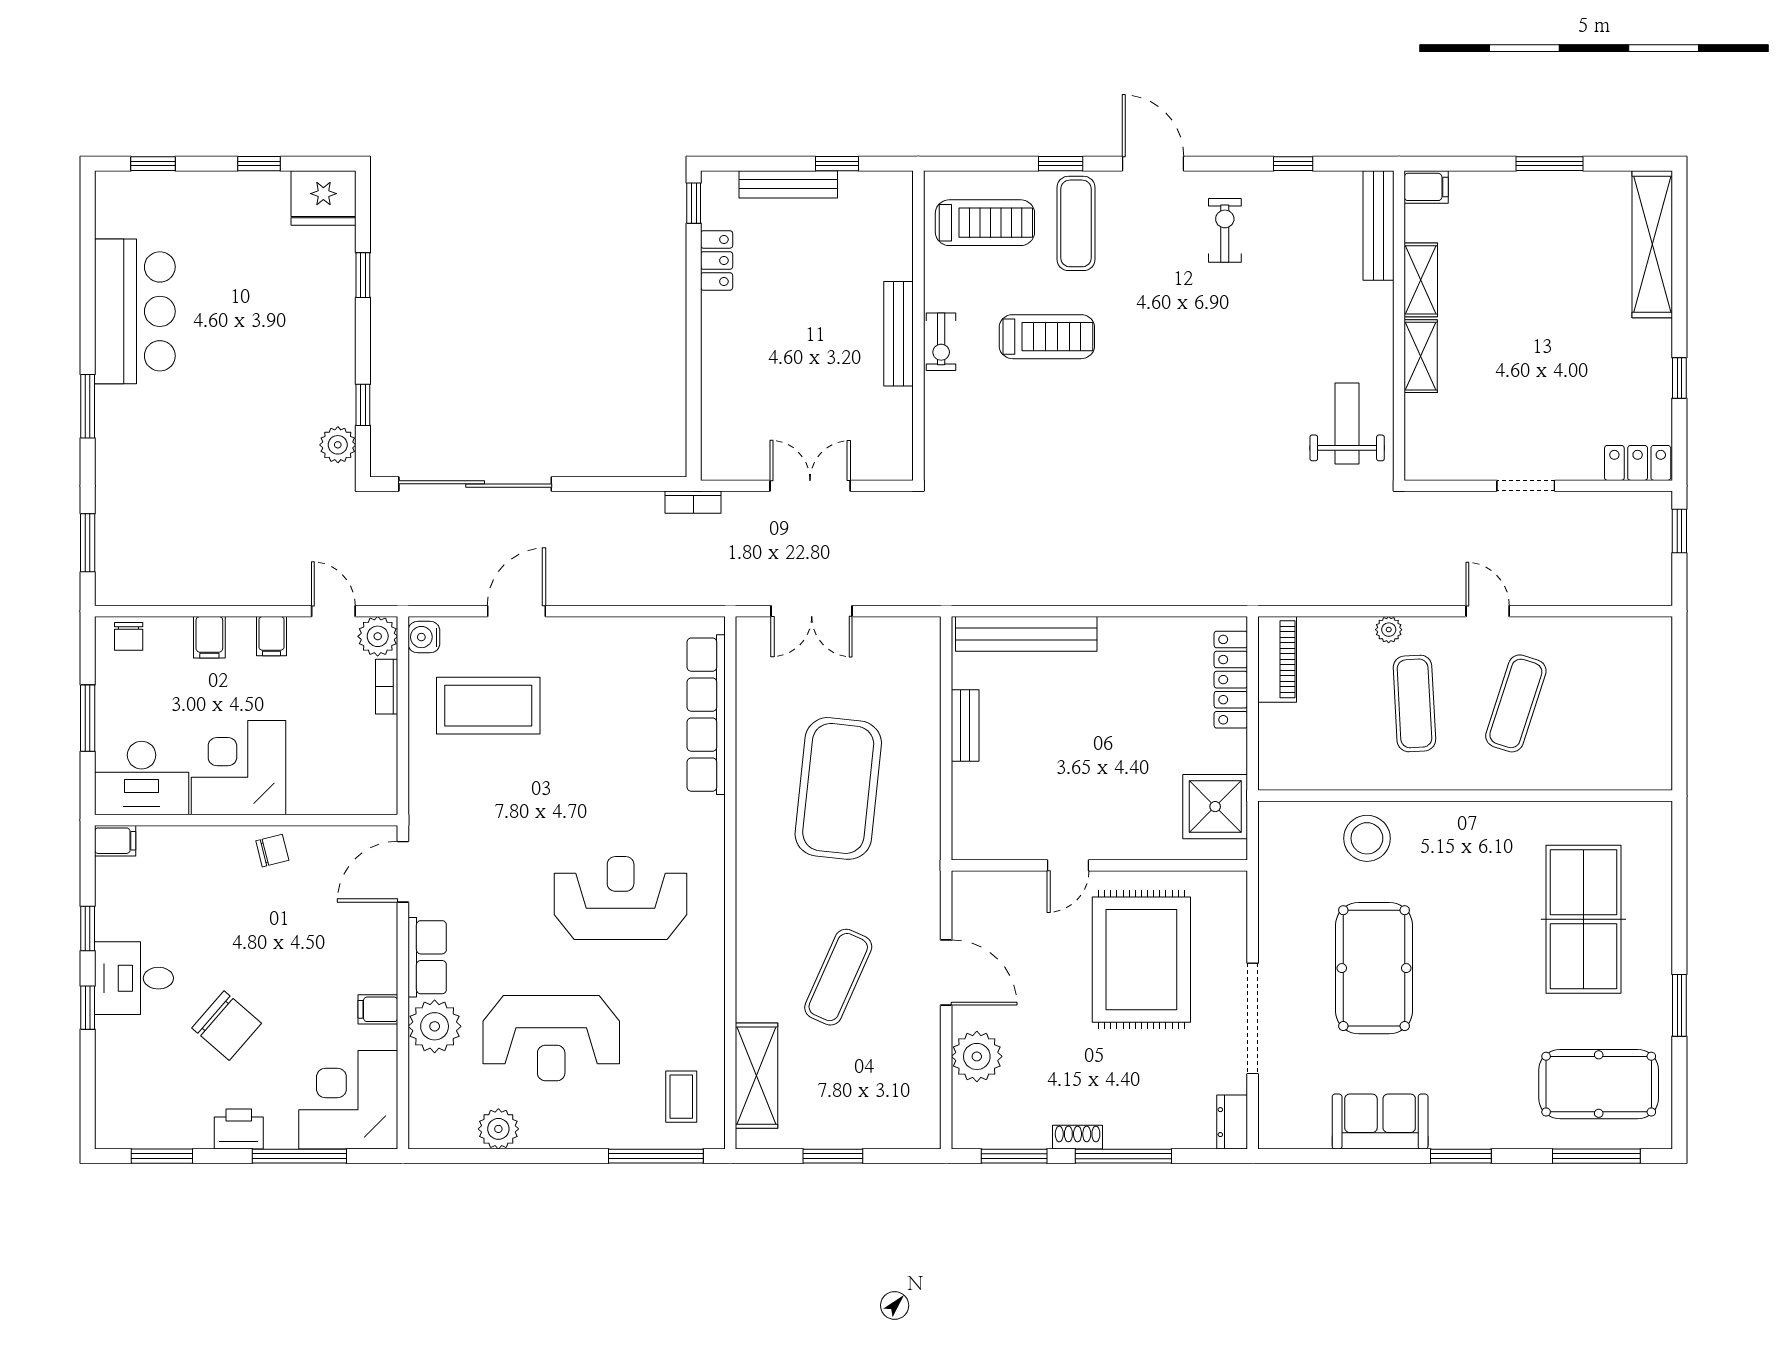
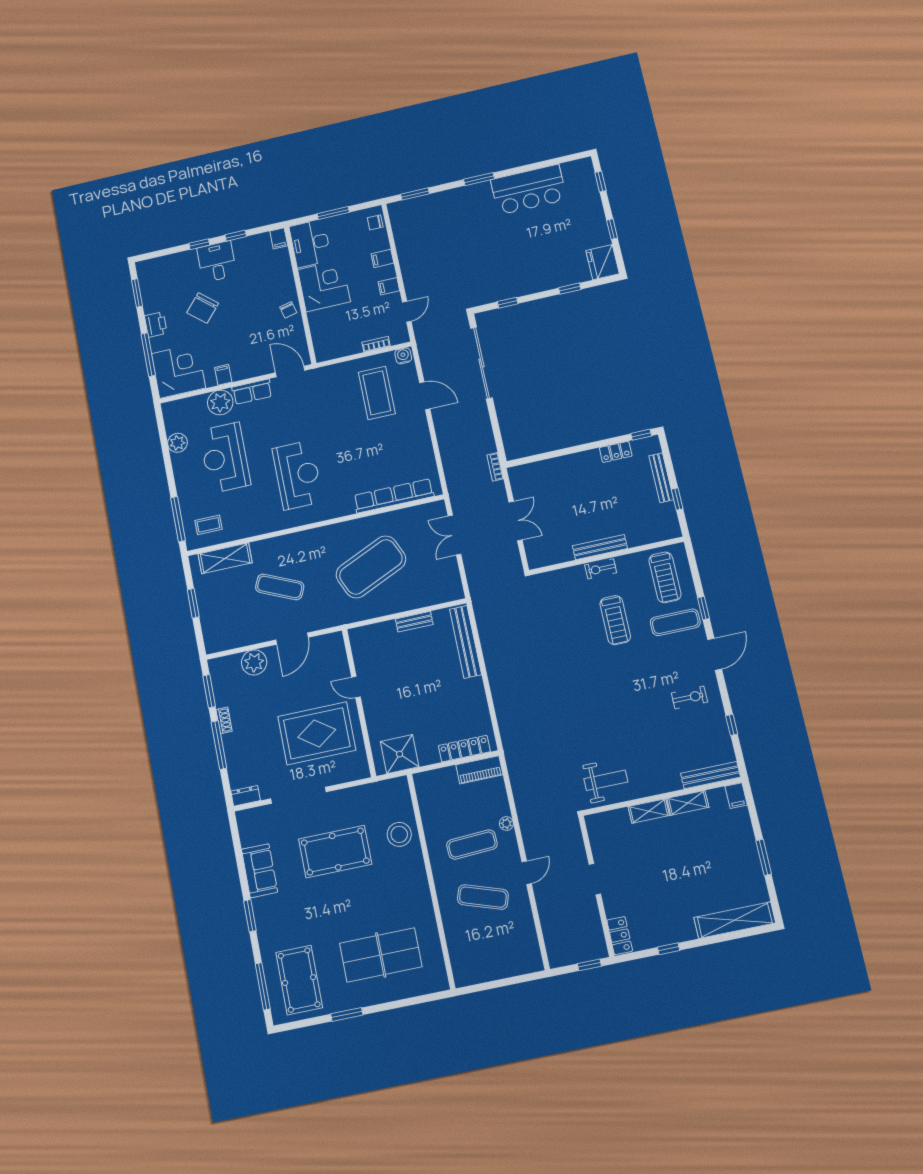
plant: (338, 445) -> (486, 296), removed
plant: (378, 636) -> (399, 335), removed
exercise mat: (838, 788) -> (371, 567), turned -30

